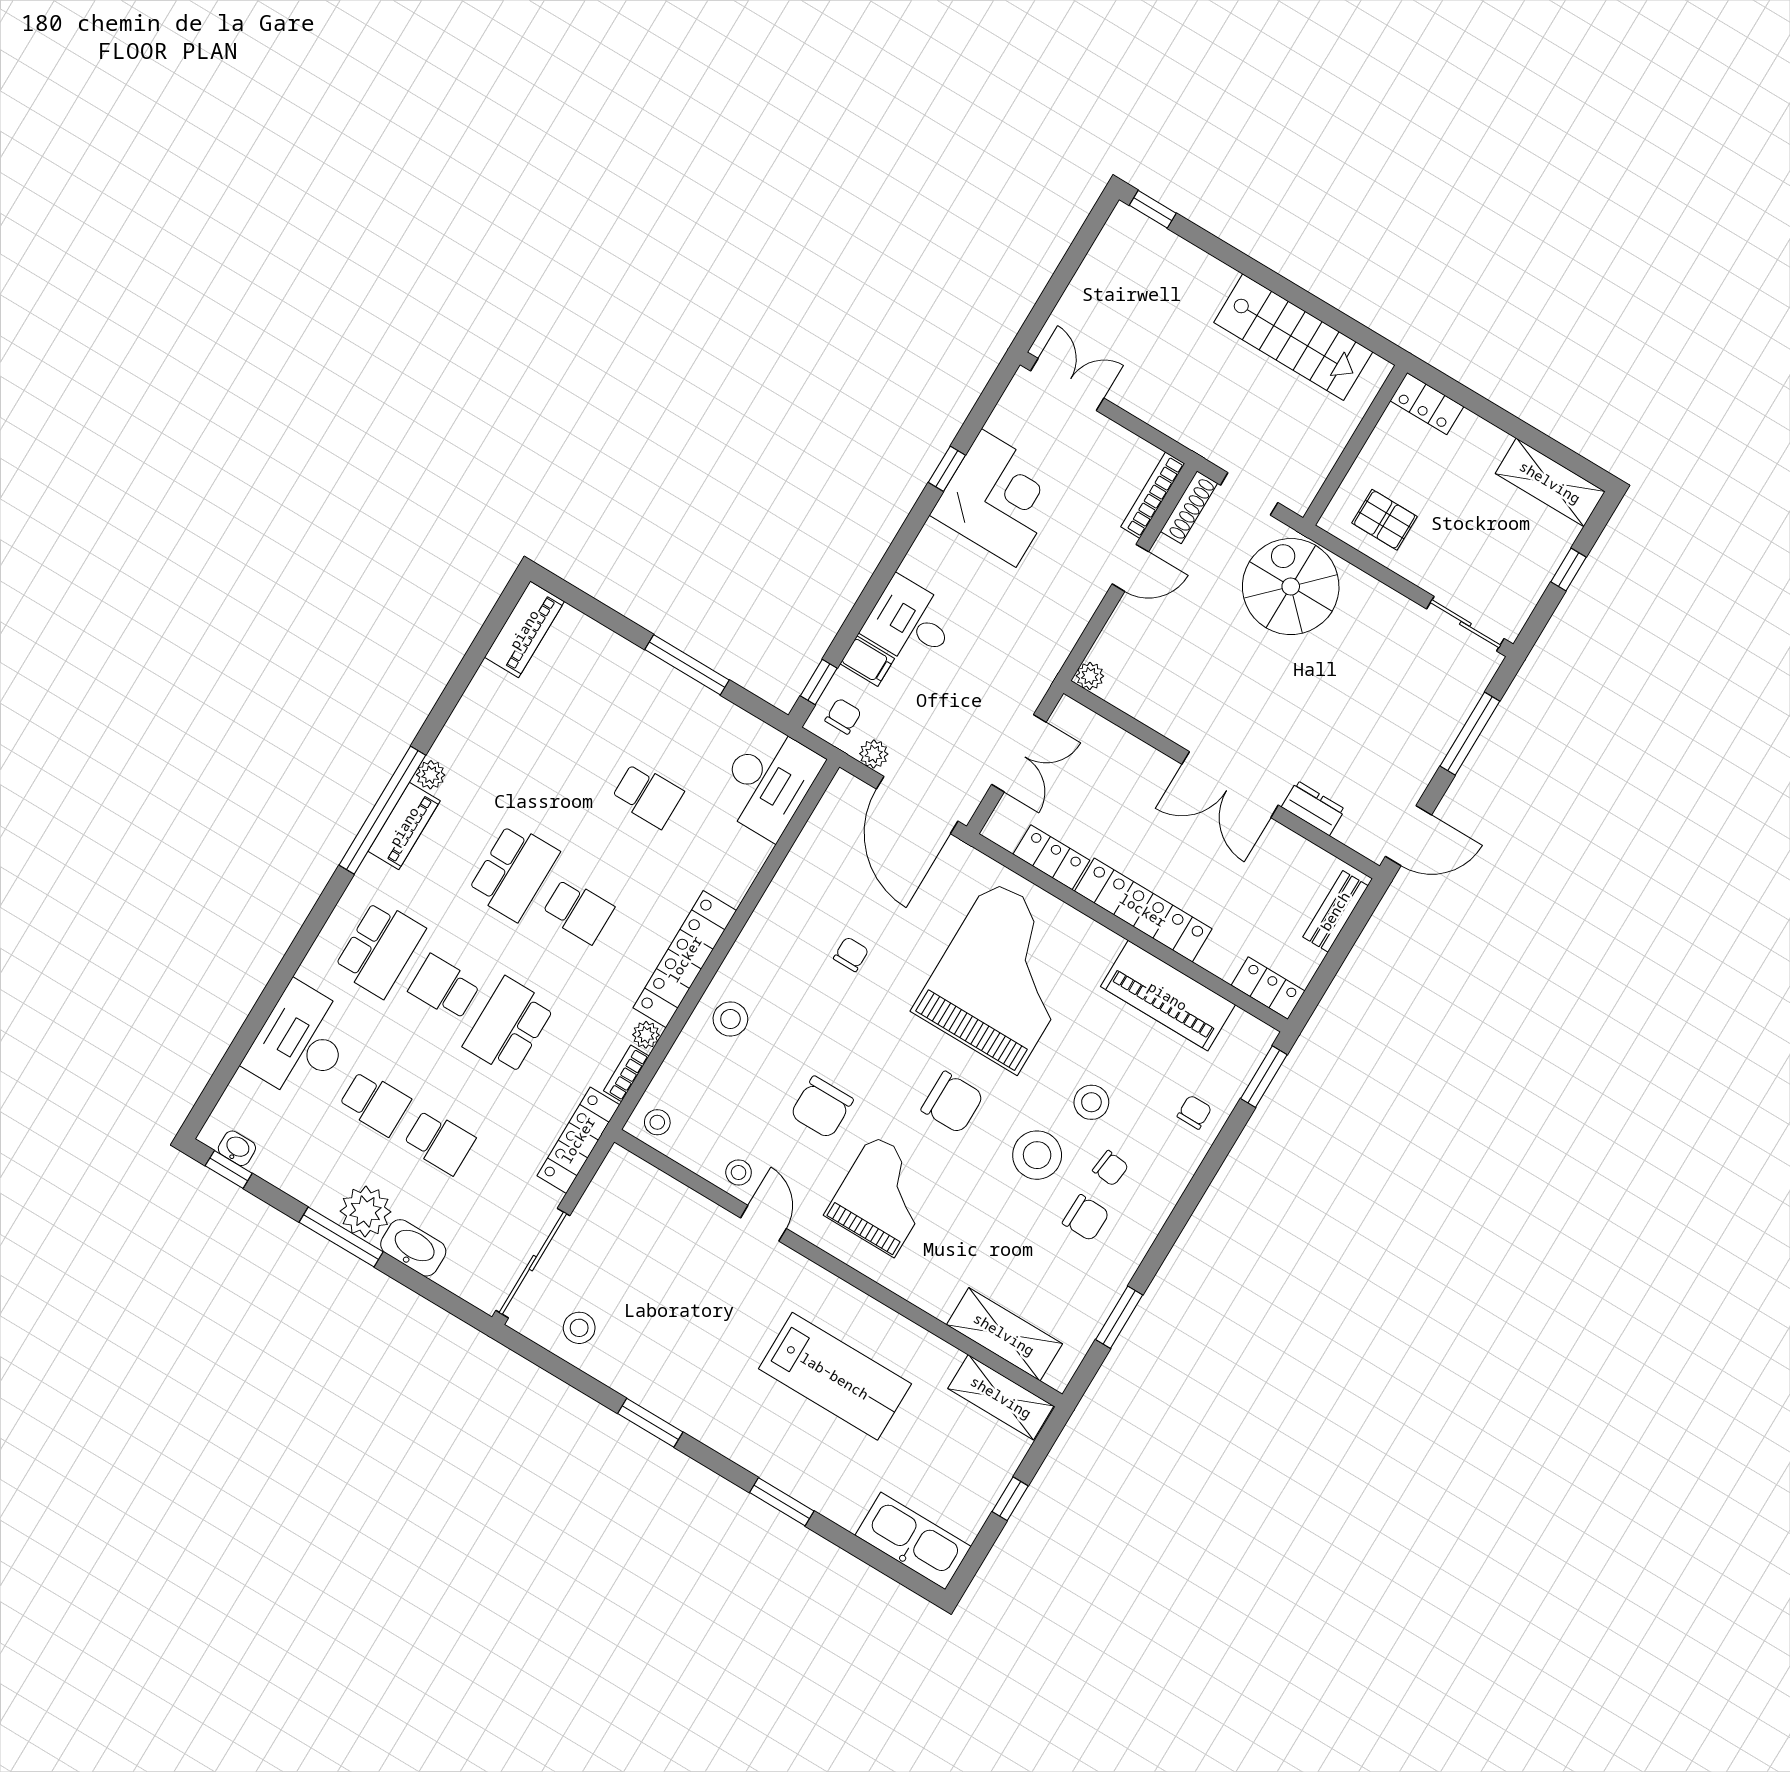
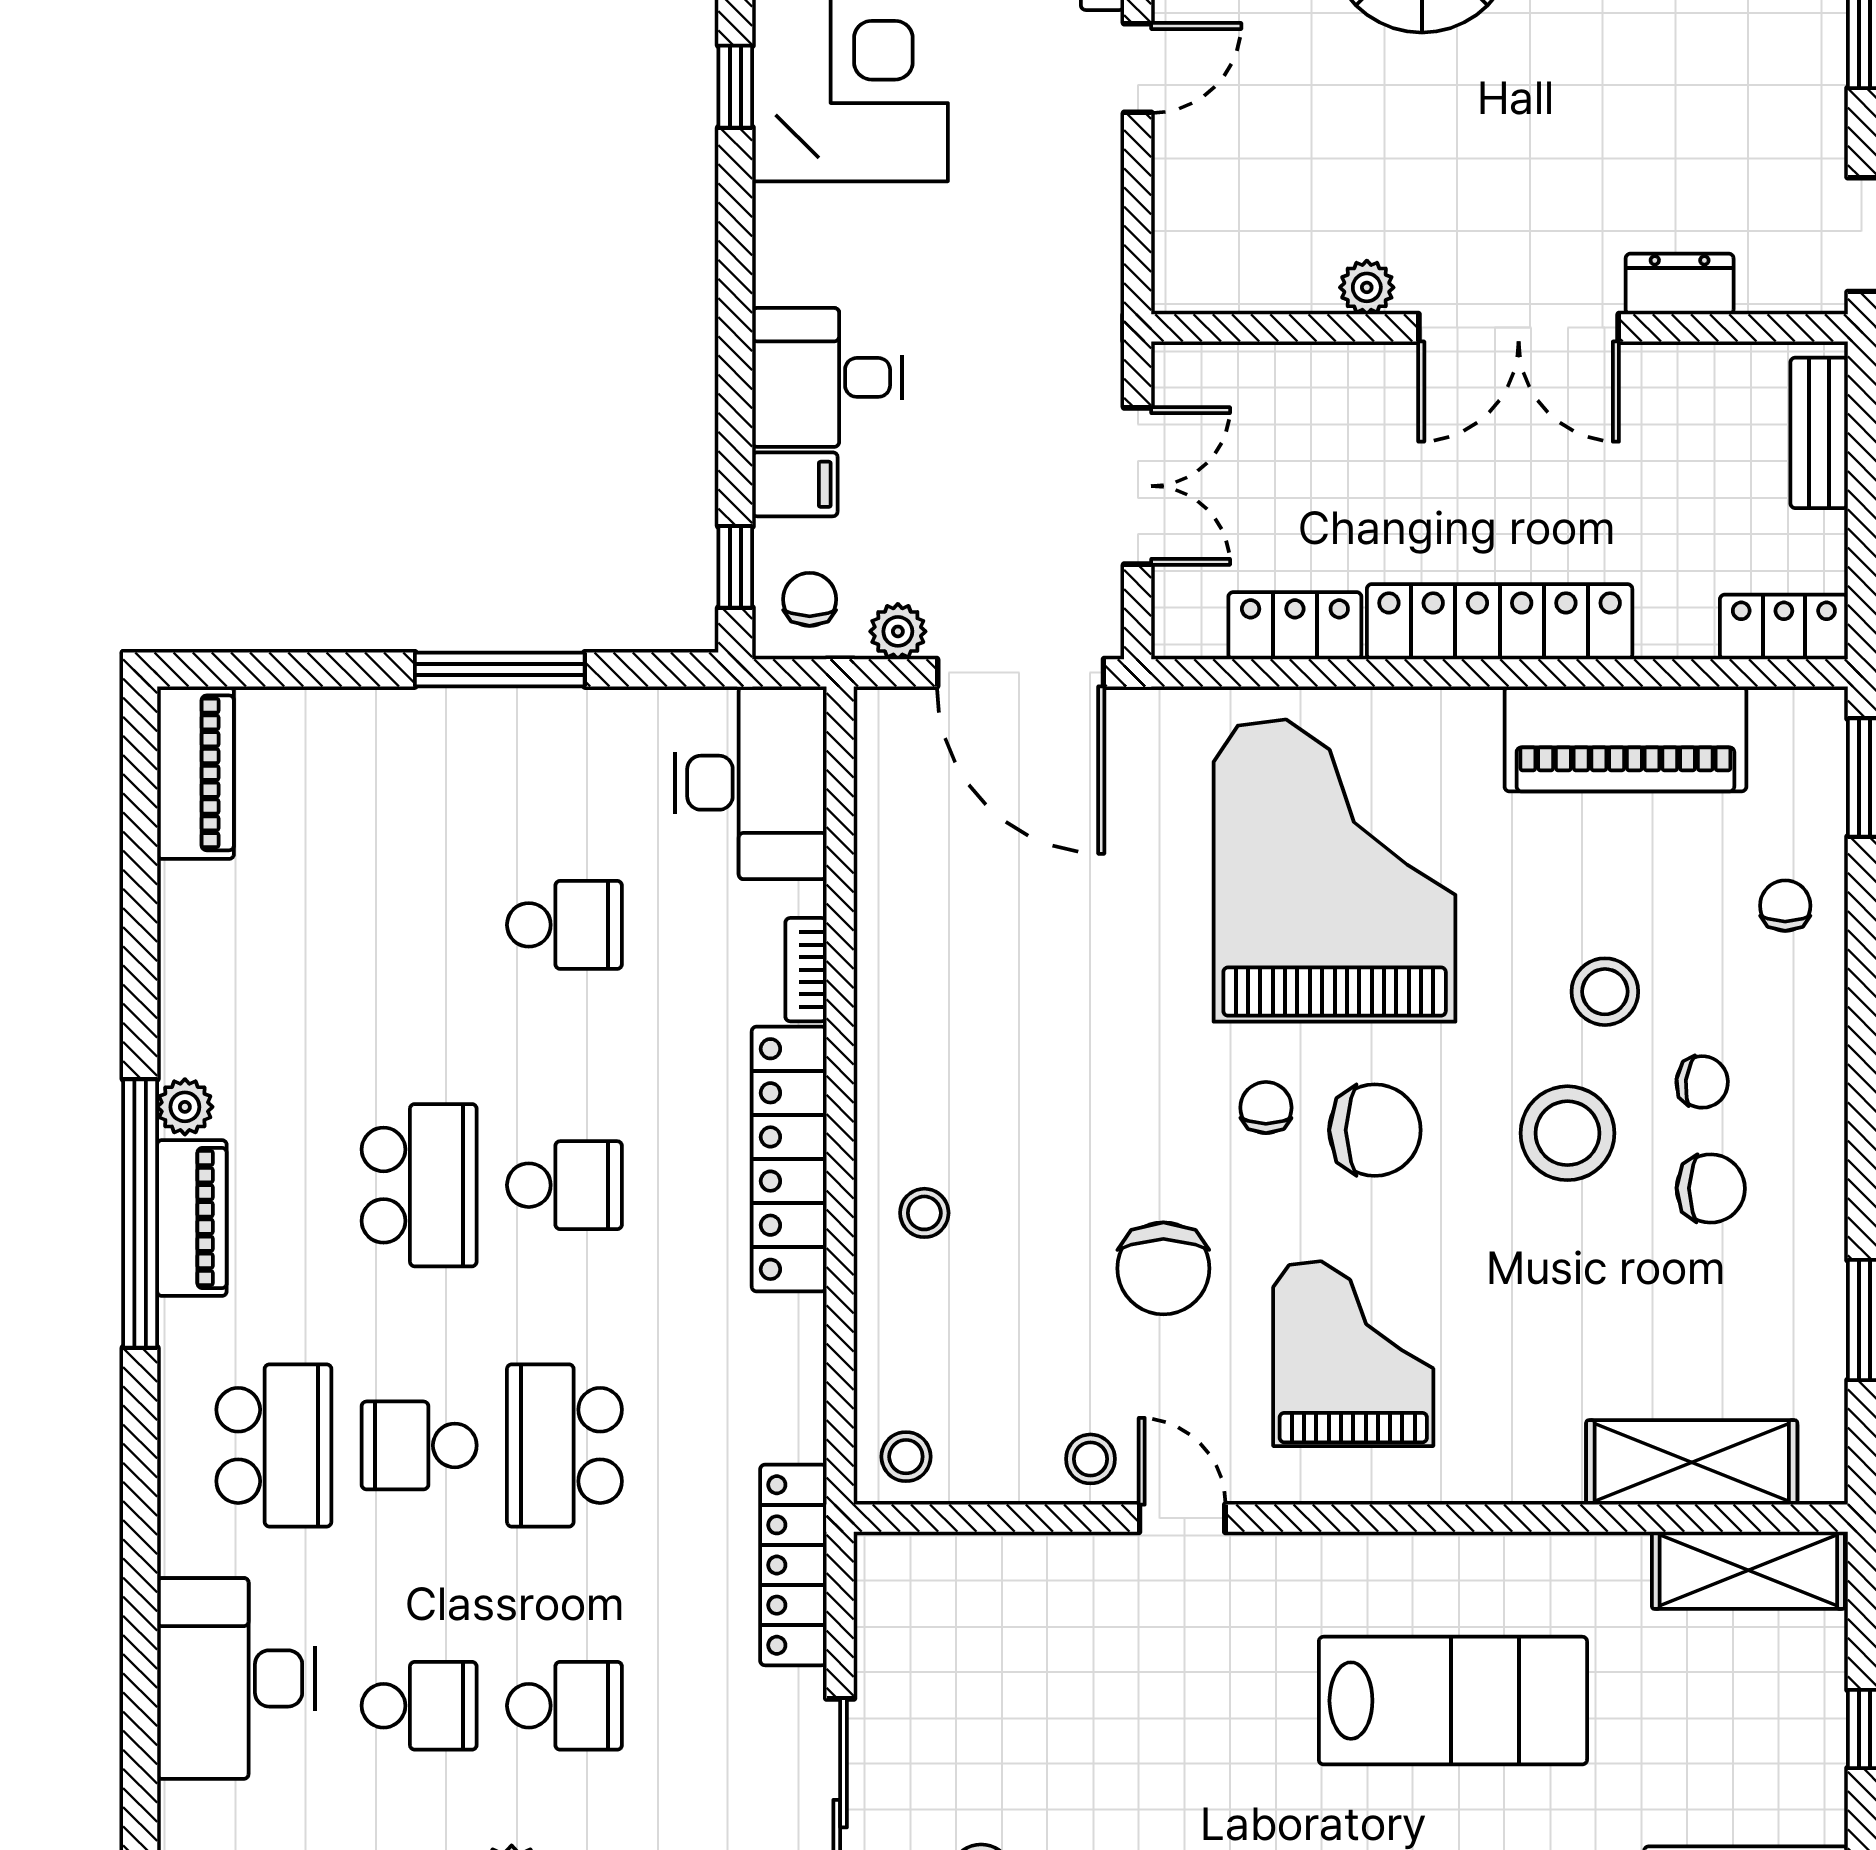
plant: (1090, 676) -> (1367, 287), moved
chair: (851, 954) -> (1266, 1108), moved
stool: (730, 1019) -> (924, 1213), width x0.73, depth x0.73
plant: (646, 1035) -> (800, 1323), removed
bookcase: (626, 1073) -> (806, 970), moved

